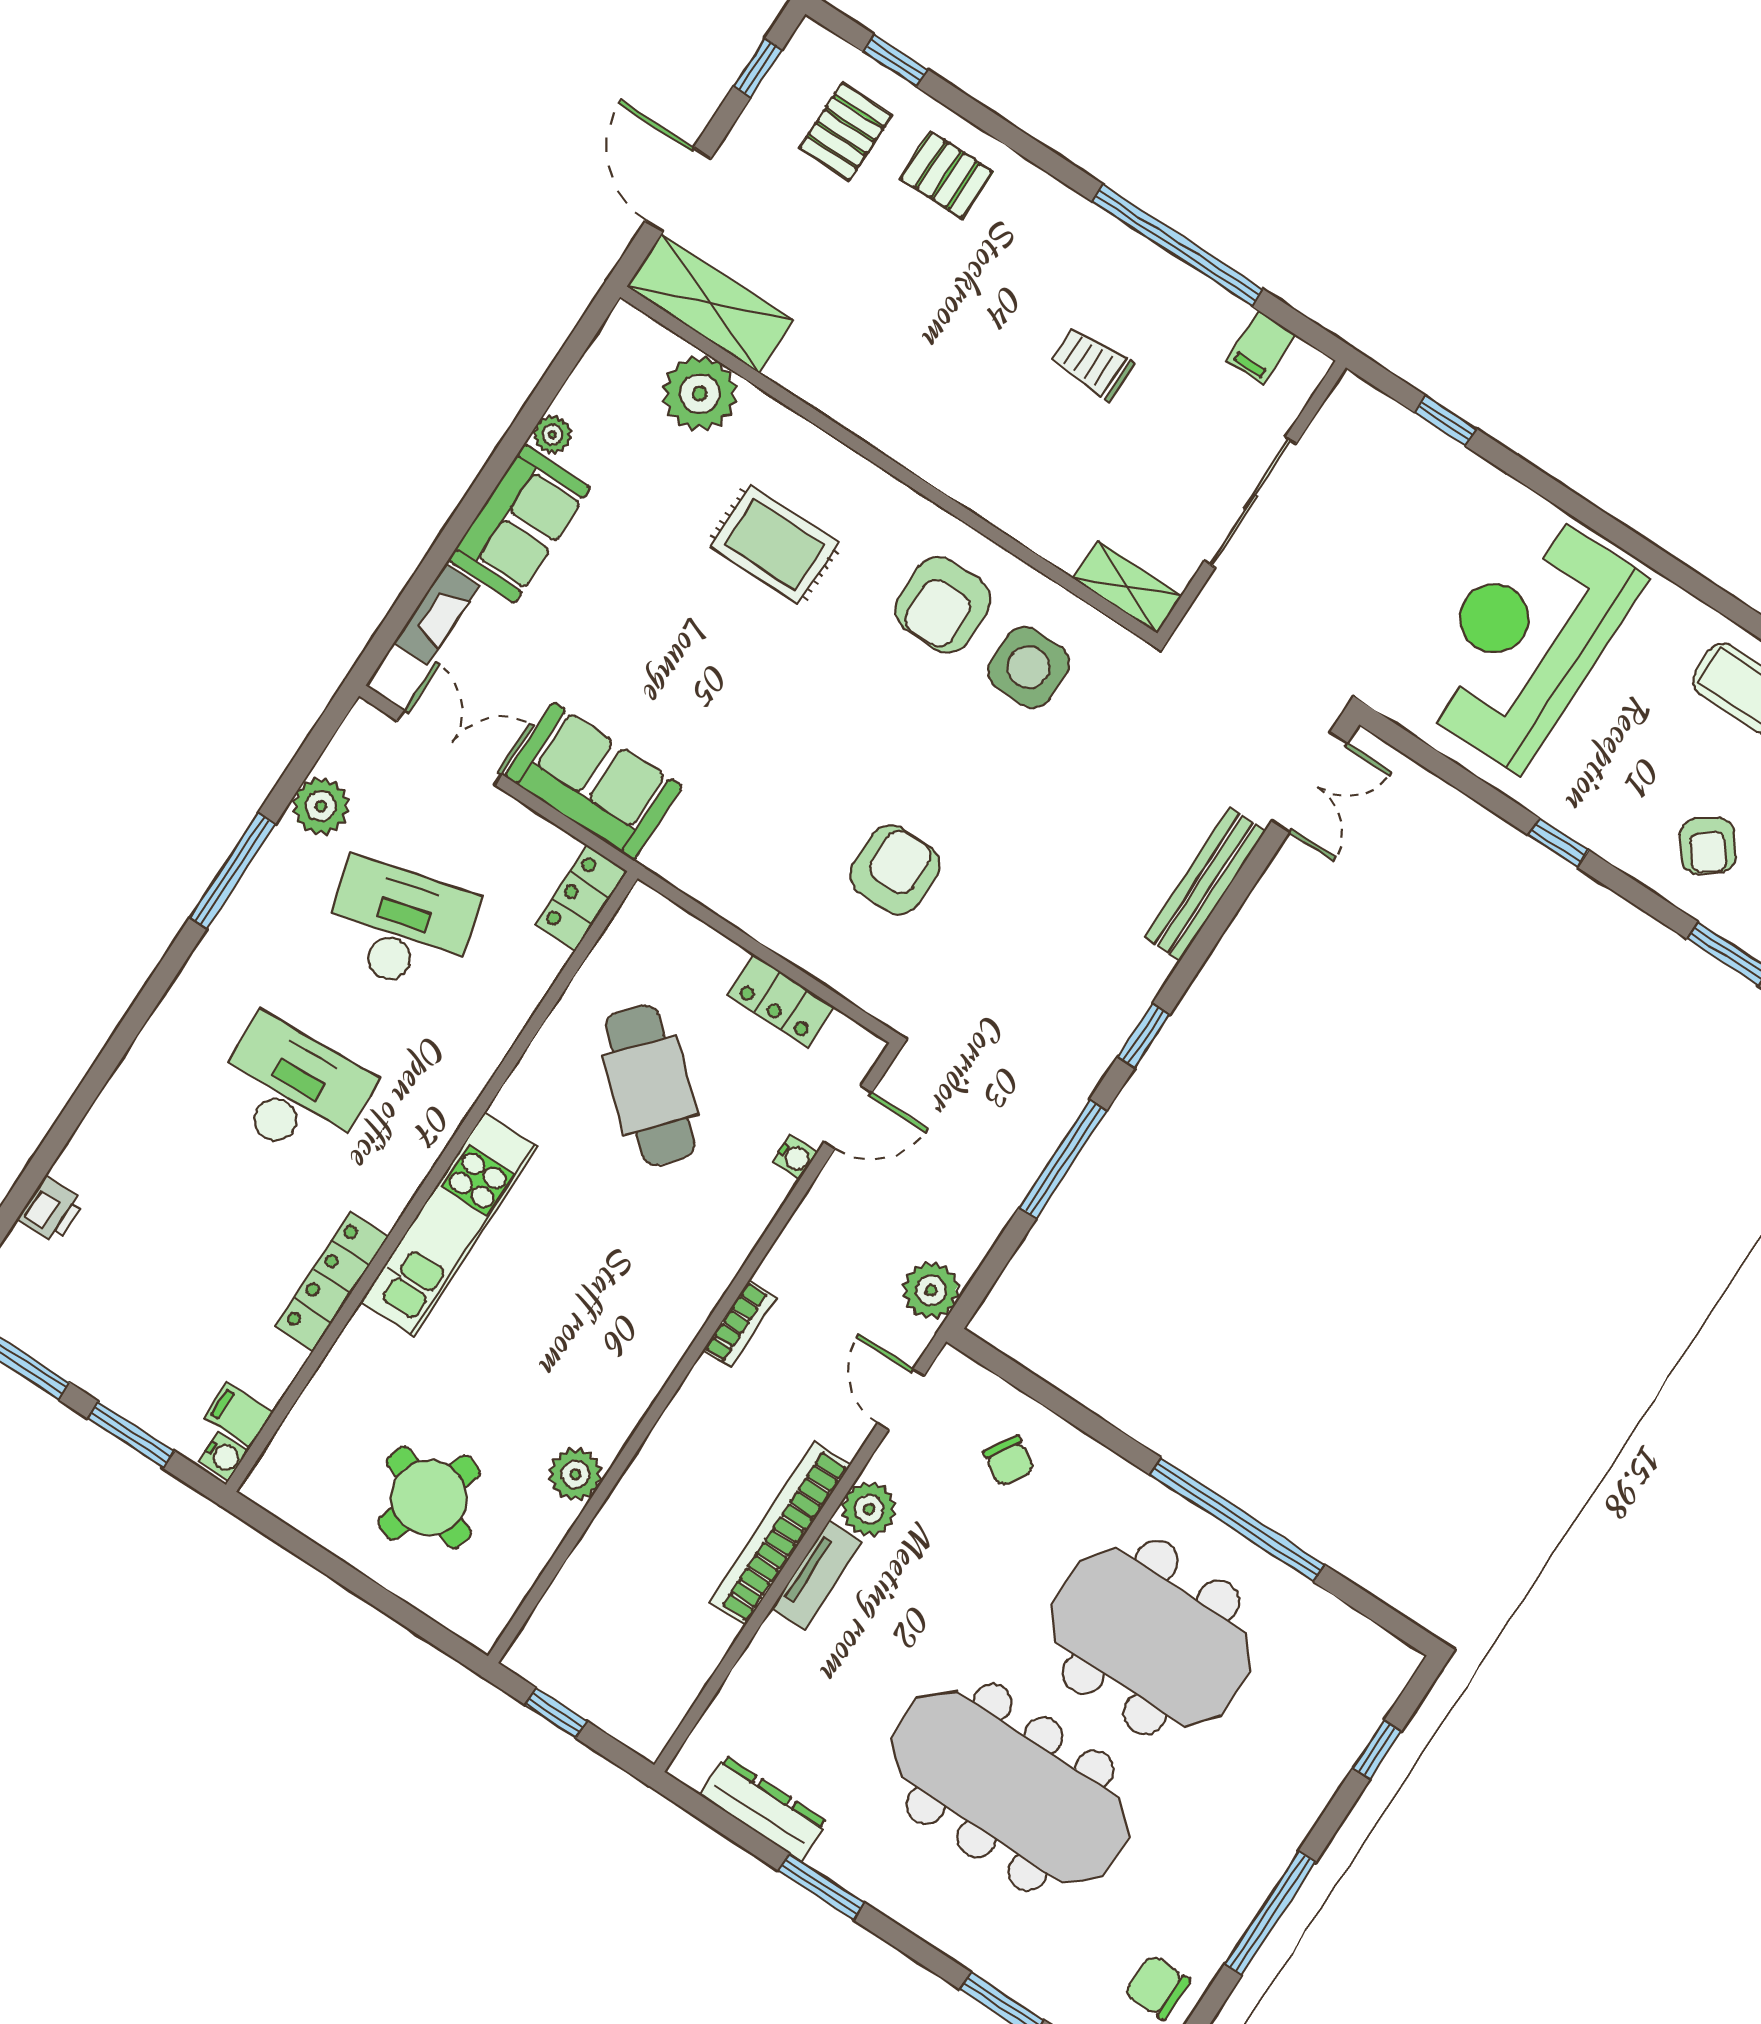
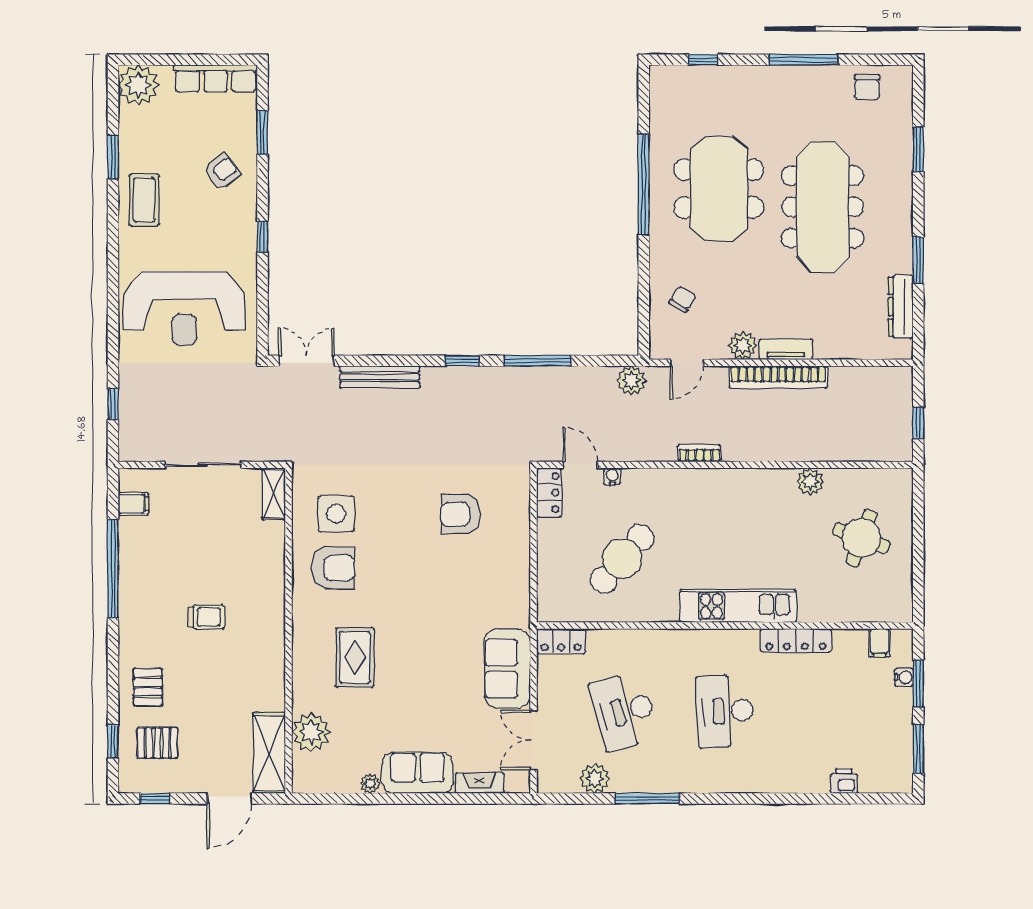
trolley: (1092, 363) -> (206, 617), moved, turned -90
locker: (781, 1001) -> (549, 493), moved
water cooler: (224, 1456) -> (904, 677), moved, turned 90

